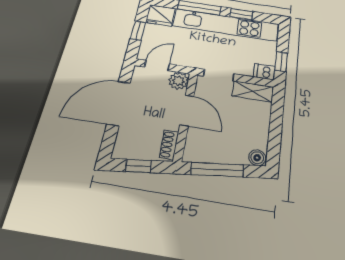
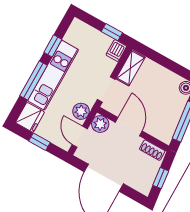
kitchen unit: (226, 25) -> (53, 75), width x0.73
plant: (185, 58) -> (81, 111), added
door: (187, 110) -> (129, 127), hinge flipped

